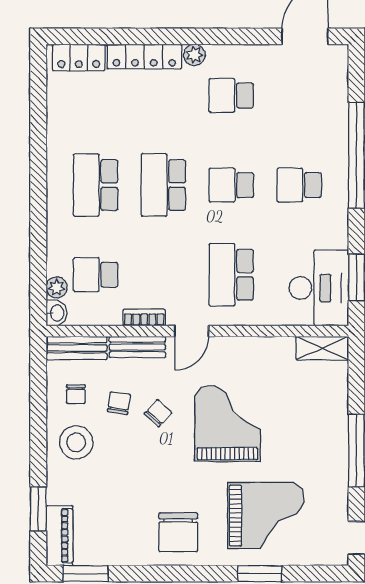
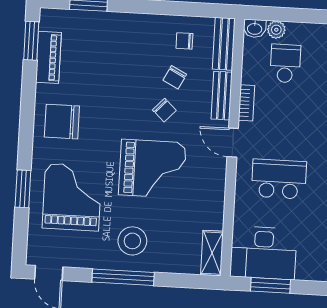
chair: (119, 403) -> (175, 77), turned 108
stool: (76, 442) -> (132, 241), moved
grand piano: (266, 516) -> (72, 197), turned 180
piano: (60, 536) -> (48, 57), moved, turned -90

